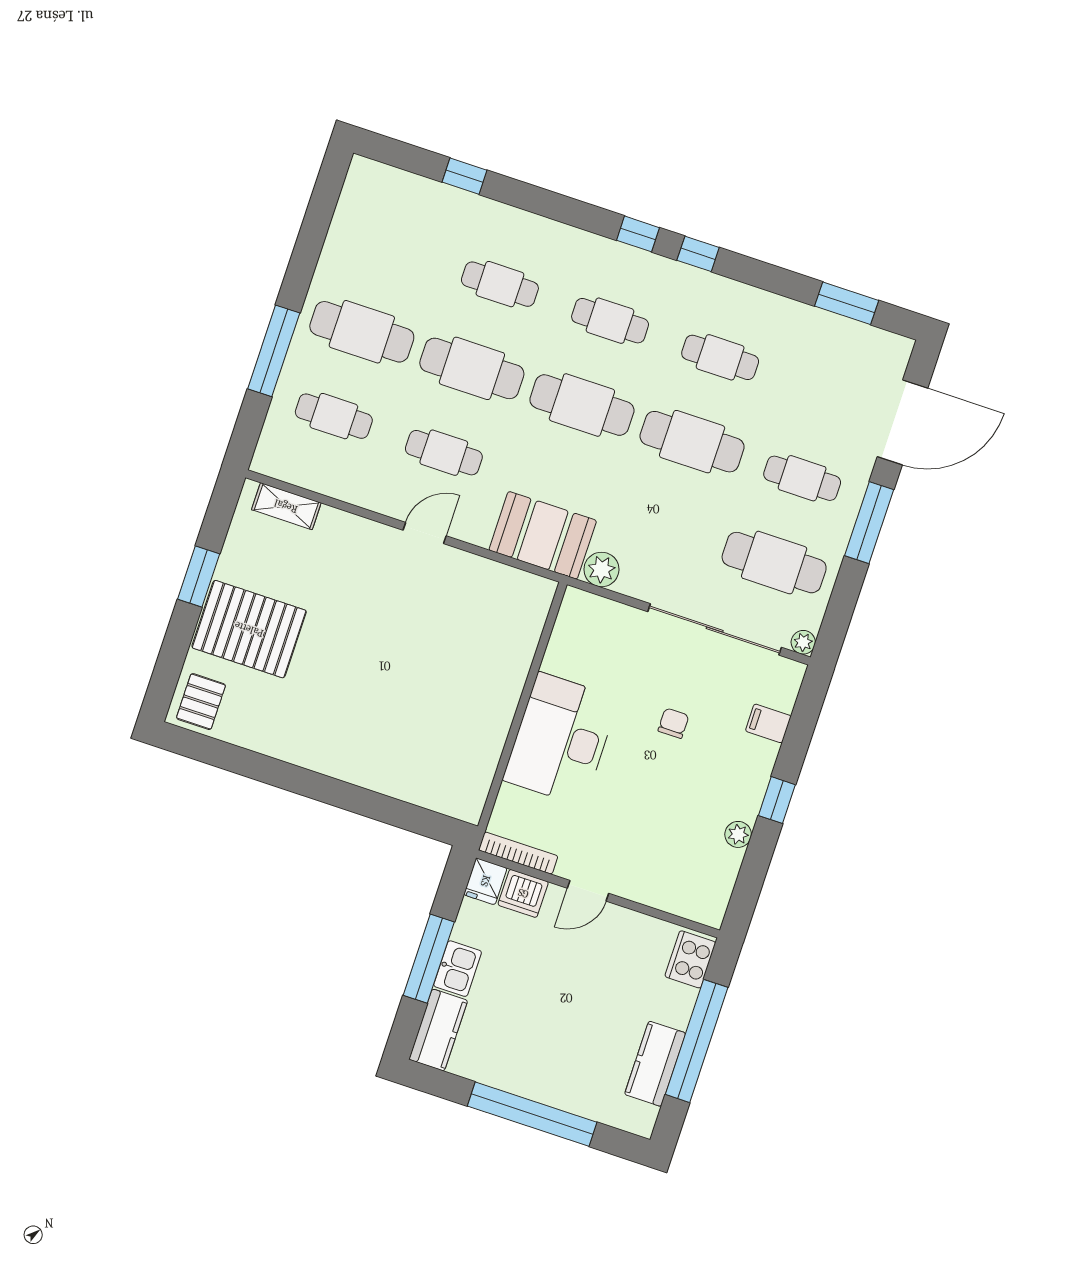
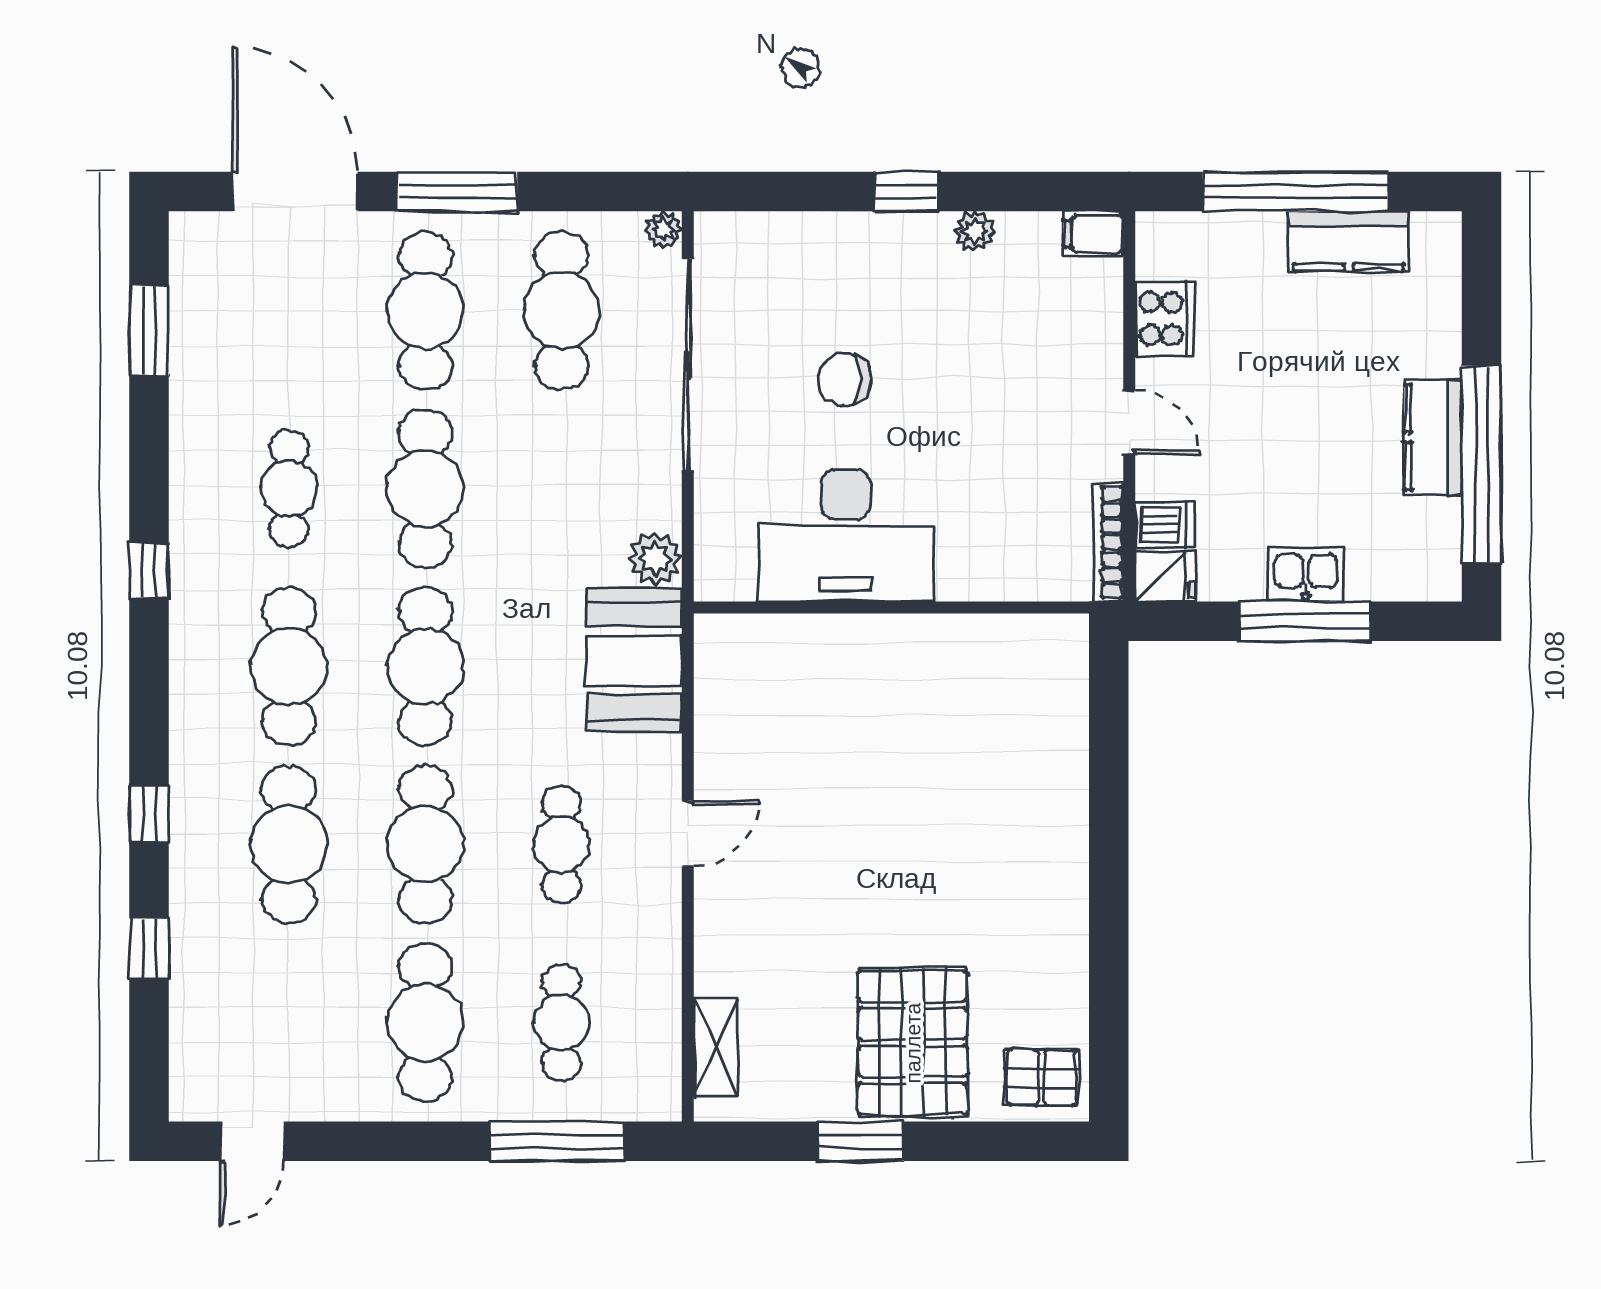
door: (324, 200) -> (252, 1141), added
window: (638, 234) -> (149, 814), moved
cafe table: (500, 284) -> (289, 844), width x1.37, depth x1.35
cafe table: (610, 321) -> (289, 666), width x1.37, depth x1.35
window: (274, 351) -> (557, 1141), moved
cafe table: (802, 478) -> (425, 311), width x1.37, depth x1.35
door: (425, 533) -> (688, 834), swing flipped
chair: (673, 723) -> (844, 379), width x1.37, depth x1.37
filing cabinet: (768, 723) -> (1093, 234), moved, turned 90
desk: (561, 739) -> (846, 535), moved
dishwasher: (523, 893) -> (1165, 524), width x0.73
cooker: (690, 959) -> (1164, 319), moved, turned -90
kitchen counter: (438, 1030) -> (1433, 437), moved, turned -90
window: (532, 1114) -> (1482, 464), moved

